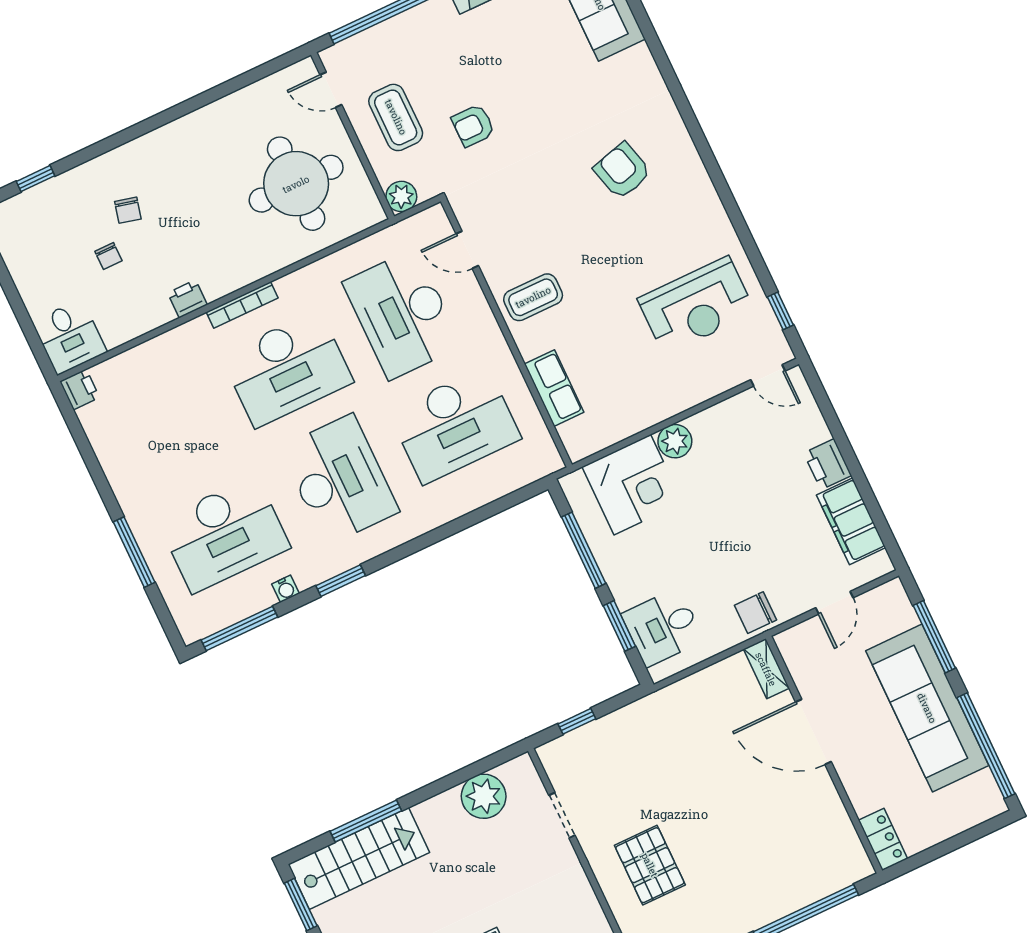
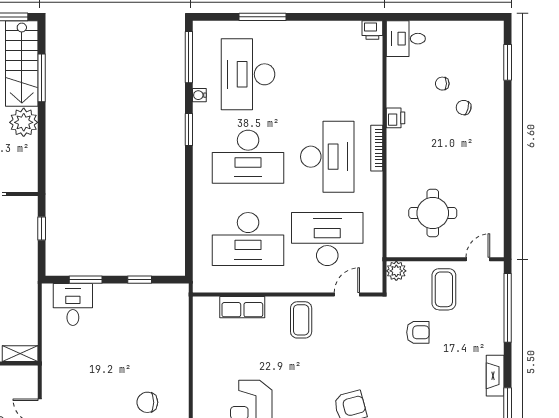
coffee table: (396, 117) -> (444, 289), turned 90
armchair: (473, 126) -> (418, 332), turned 90
window: (35, 179) -> (508, 62), width x1.50
round table: (296, 184) -> (433, 213), width x0.73, depth x0.73
desk: (287, 369) -> (327, 157), turned 180
desk: (455, 425) -> (248, 239), turned -90
plant: (675, 441) -> (178, 363), removed
corner desk: (632, 485) -> (164, 326), removed
window: (584, 550) -> (140, 280), width x0.46
chair: (756, 613) -> (147, 402), moved, turned -90
plant: (484, 796) -> (24, 122), moved

